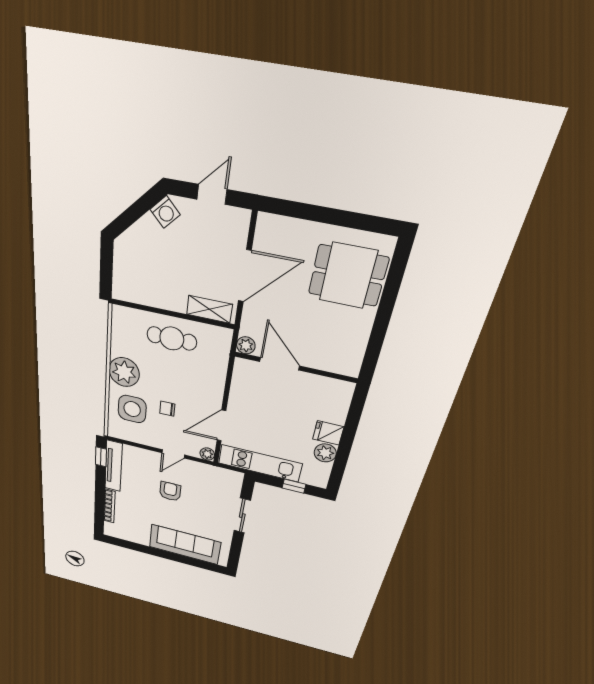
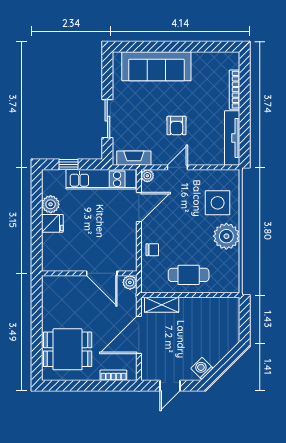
bookcase: (290, 225) -> (113, 375), added
chair: (167, 409) -> (152, 250), moved
window: (101, 457) -> (245, 145), removed
fireplace: (220, 474) -> (134, 158), added

